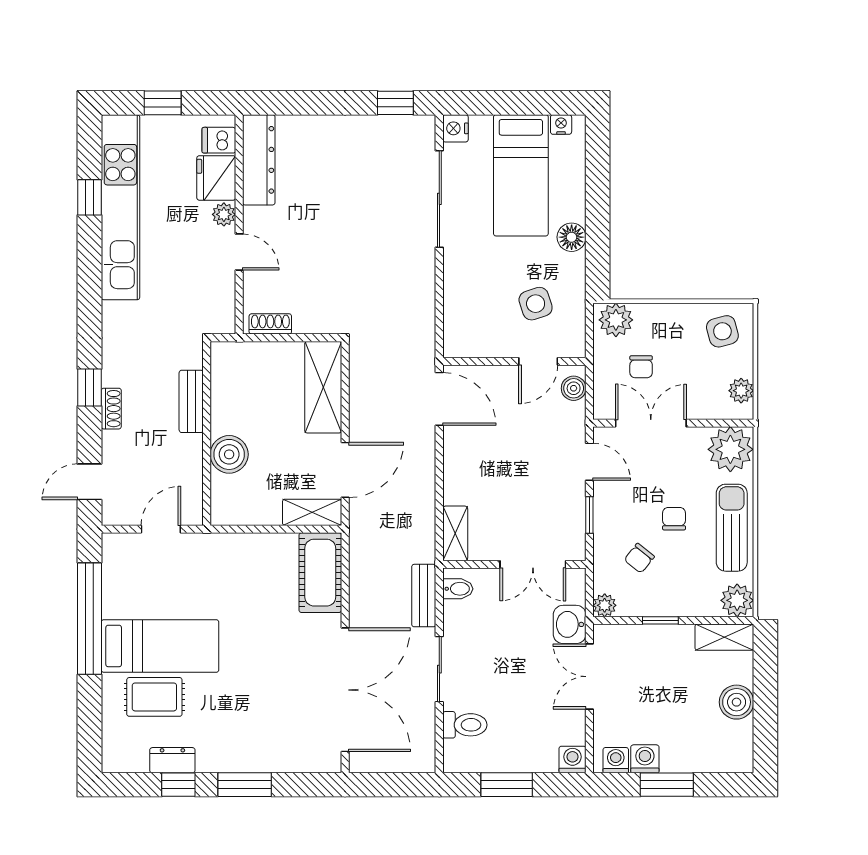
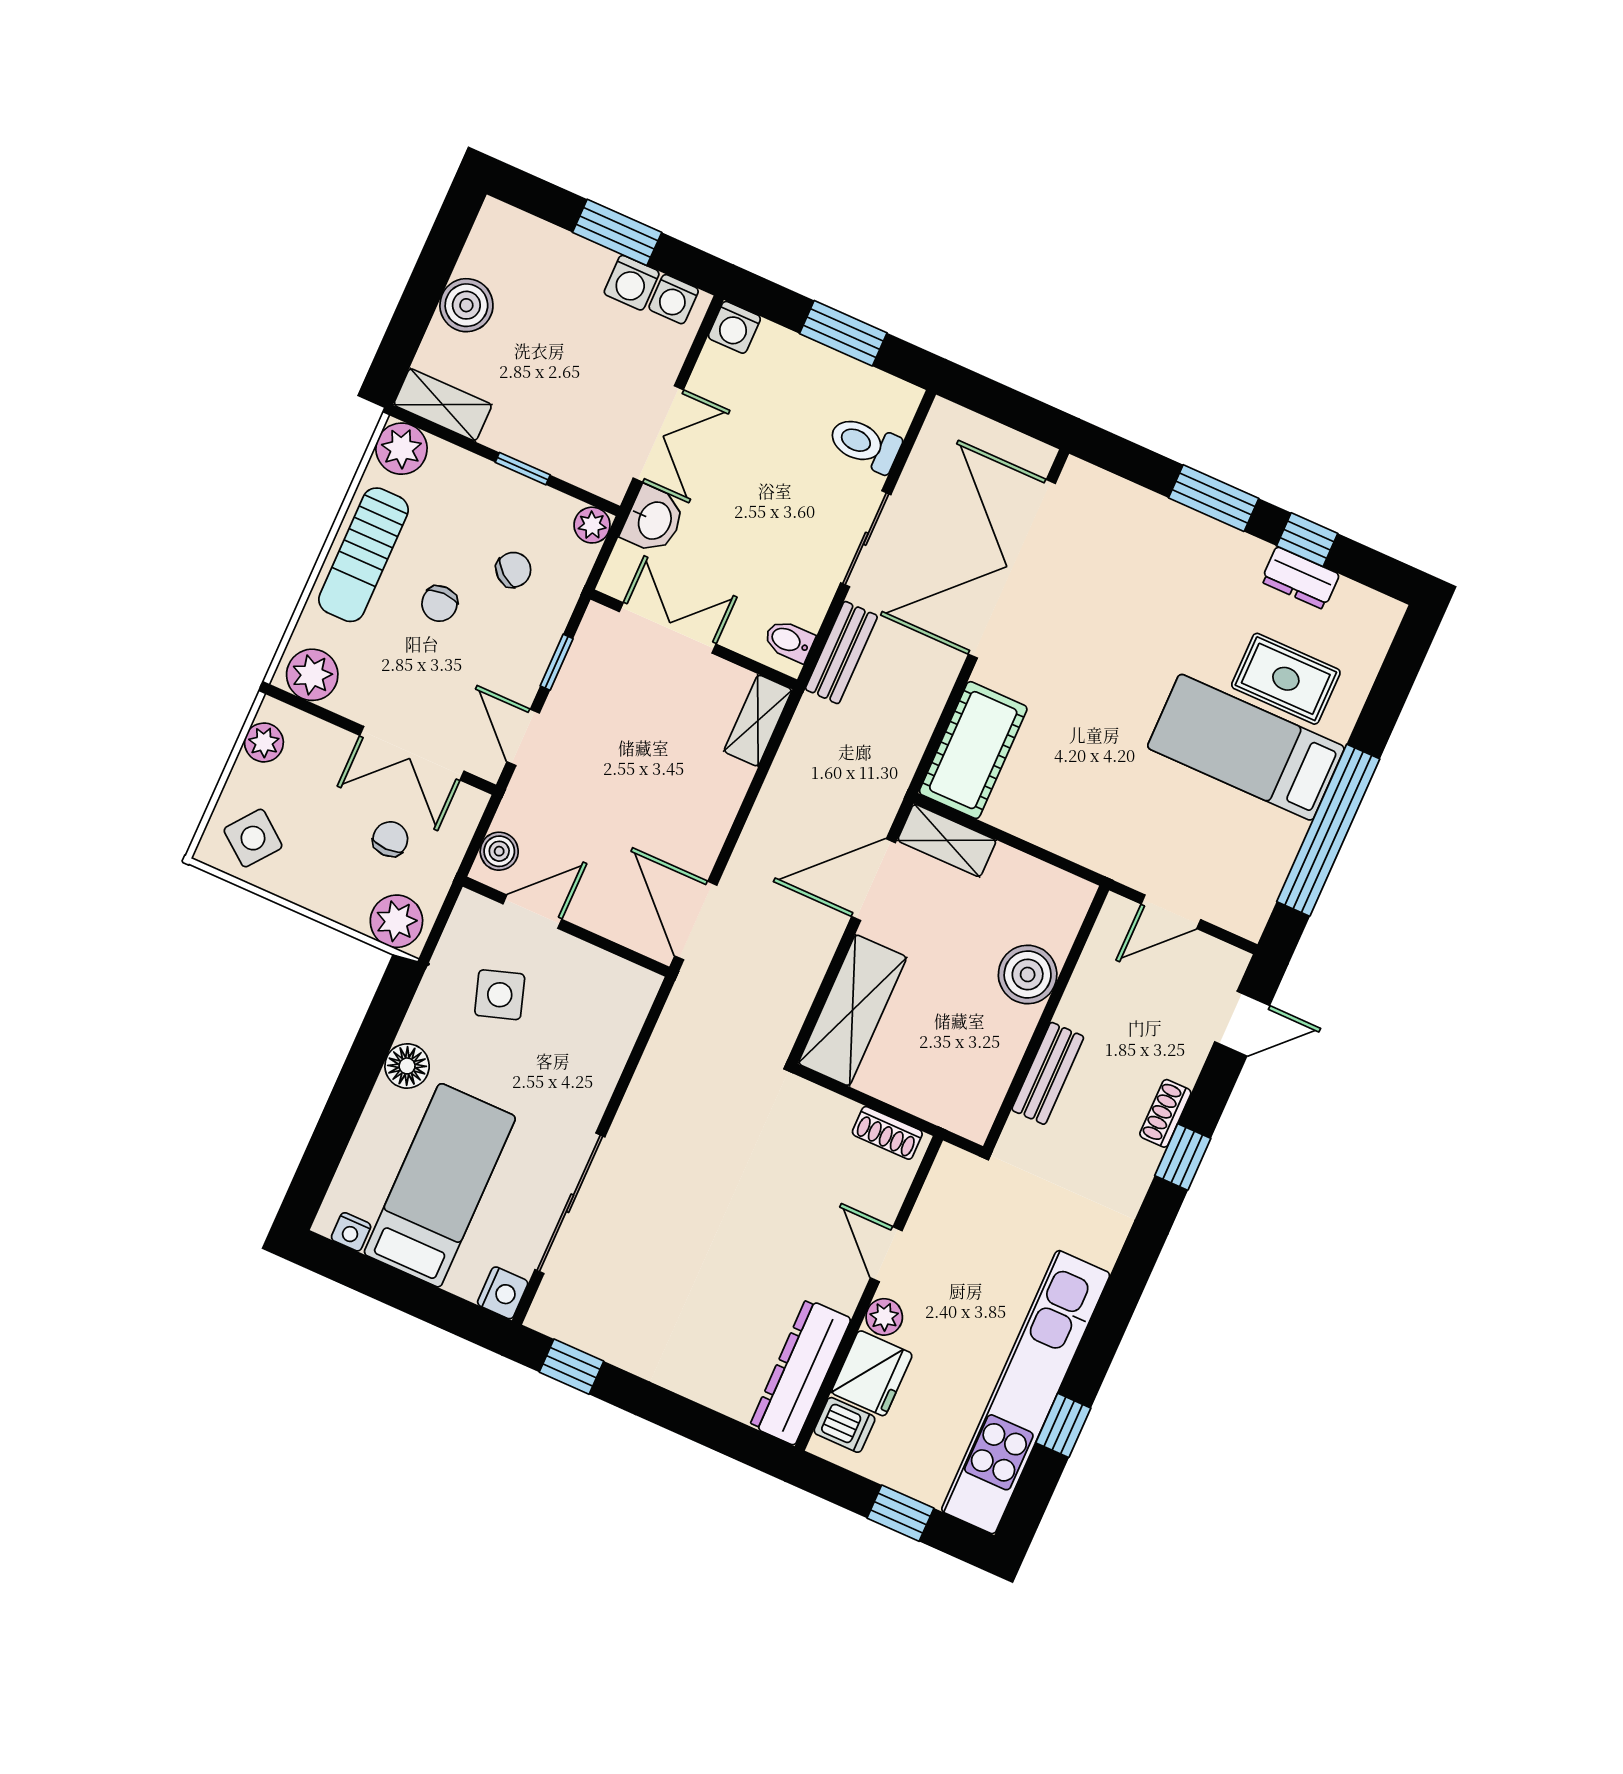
side table: (722, 331) -> (253, 838), turned -37
plant: (730, 449) -> (312, 675), width x0.73, depth x0.73

